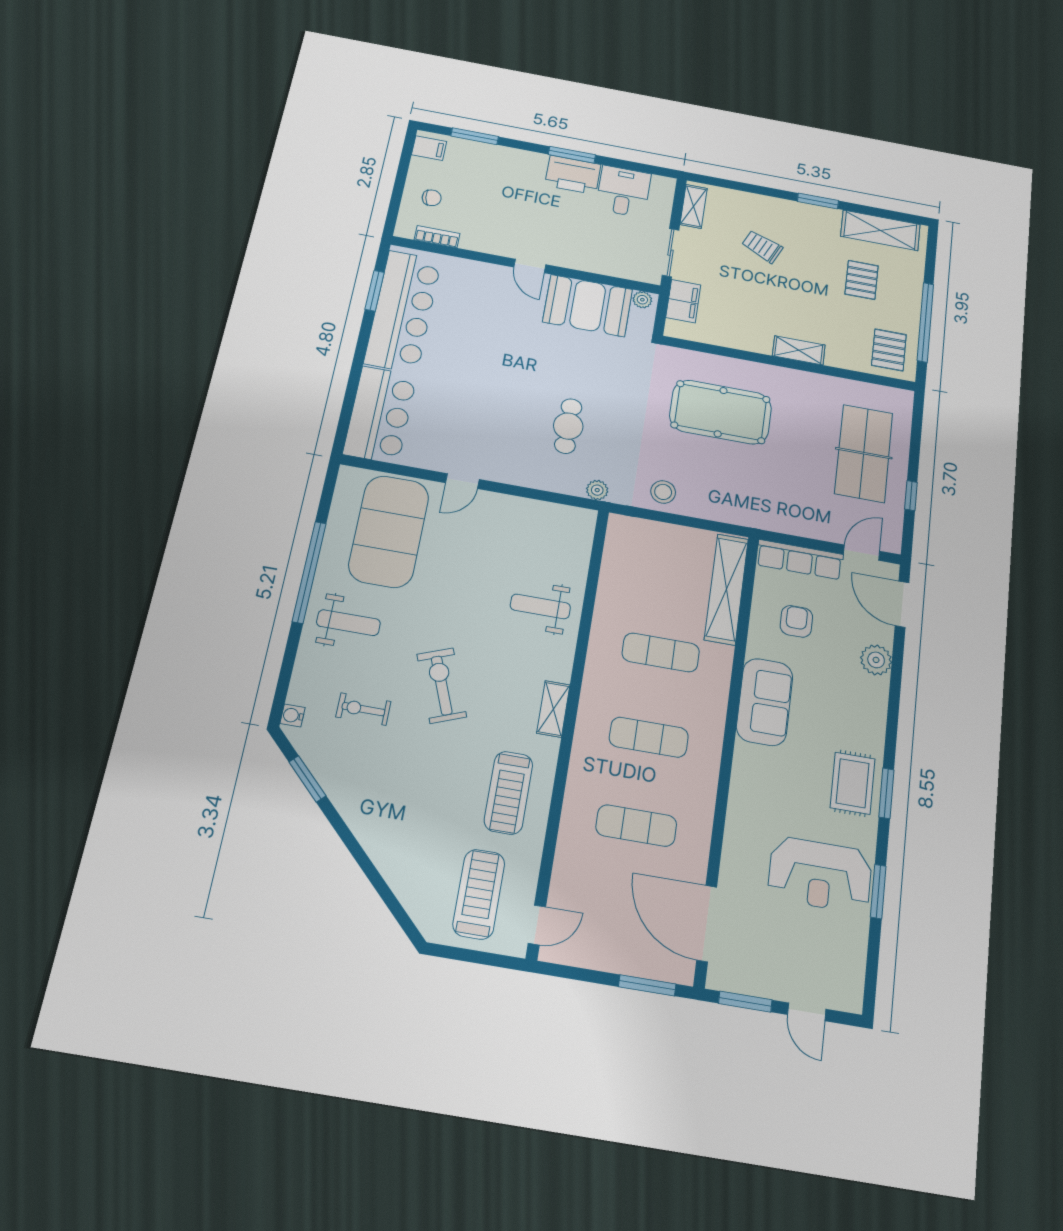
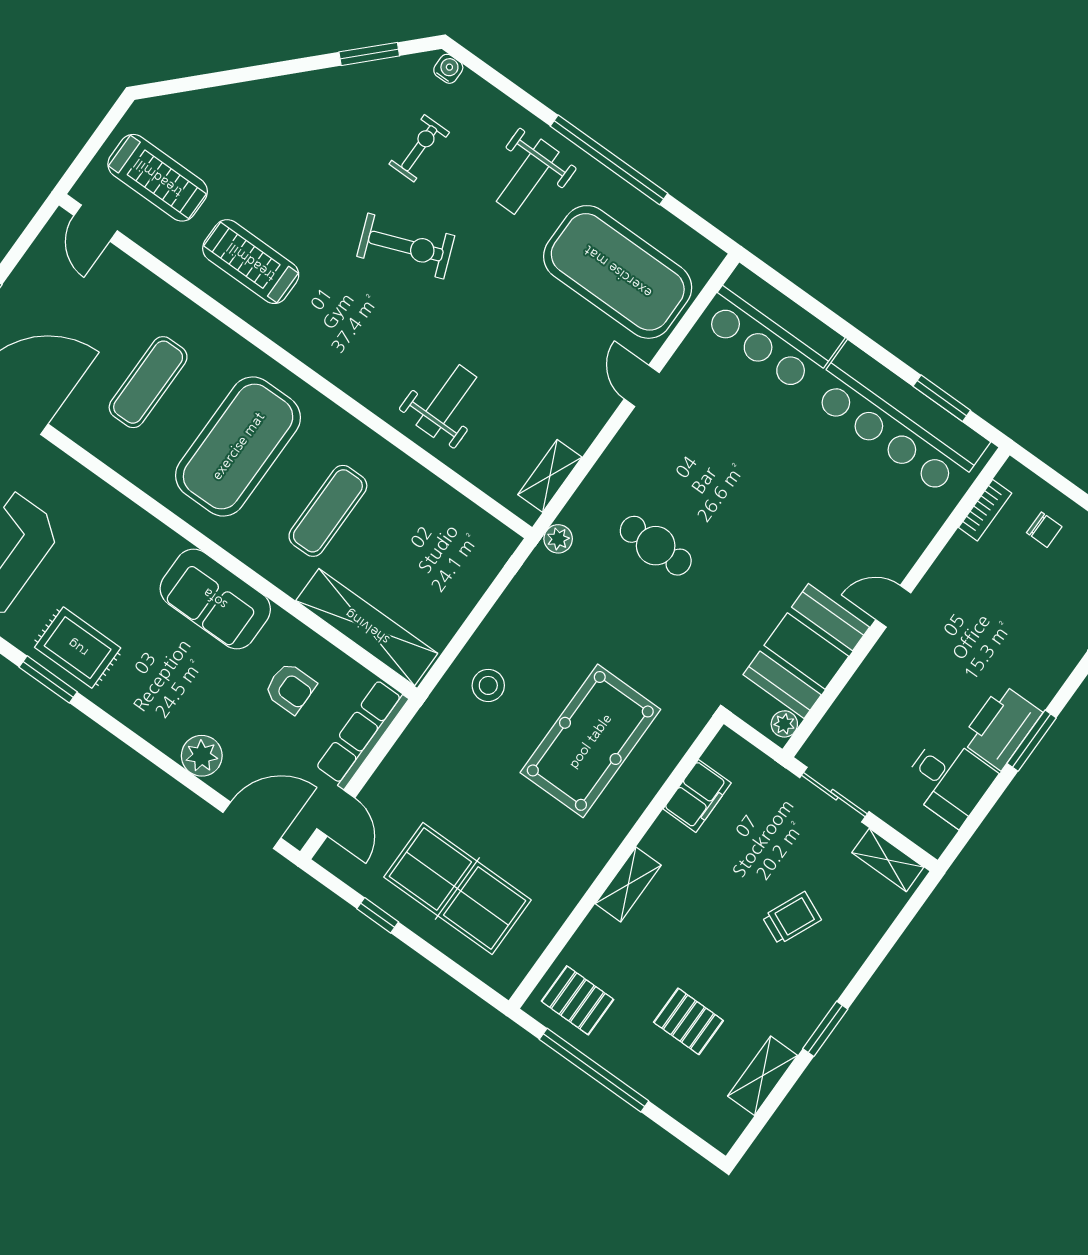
chair: (432, 198) -> (1044, 530), turned -81
shelving: (880, 230) -> (763, 1076), width x0.67, depth x0.75
filing cabinet: (683, 301) -> (697, 796), moved, turned -90
stool: (663, 492) -> (488, 685), moved
shelving: (553, 709) -> (550, 476), moved, turned 90
exercise mat: (649, 737) -> (238, 446), width x2.00, depth x1.45

